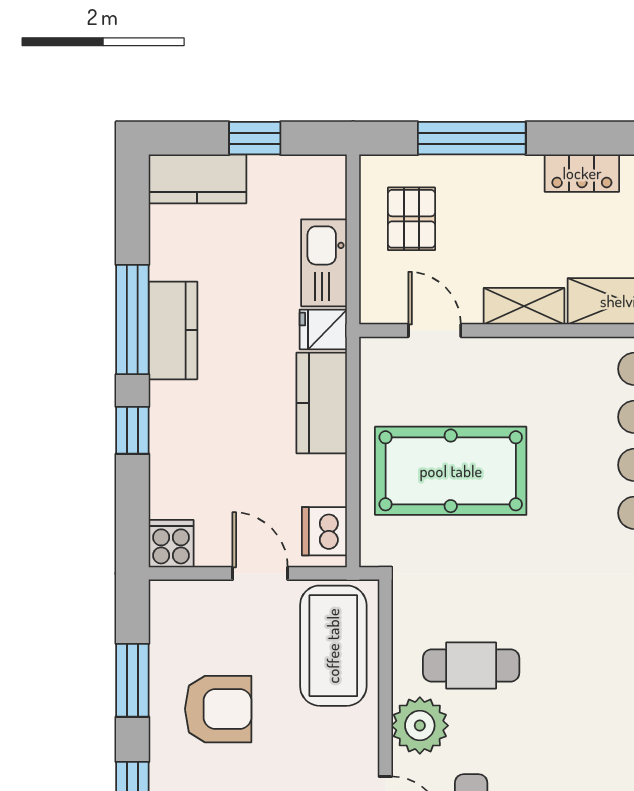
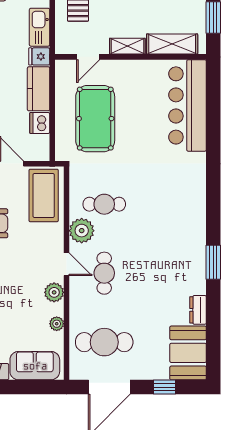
door: (435, 330) -> (88, 57), swing flipped
pool table: (451, 471) -> (95, 119), turned 90
dishwasher: (324, 531) -> (40, 123), moved

